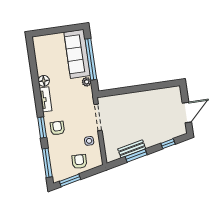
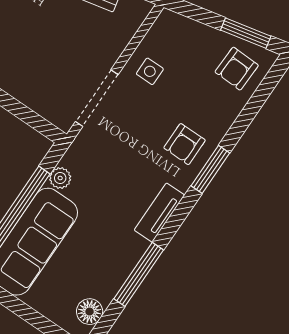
floor lamp: (44, 81) -> (90, 312), moved
armchair: (79, 162) -> (237, 69), moved
window: (47, 163) -> (139, 274), moved

